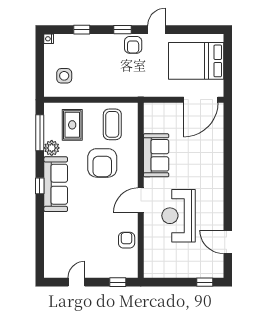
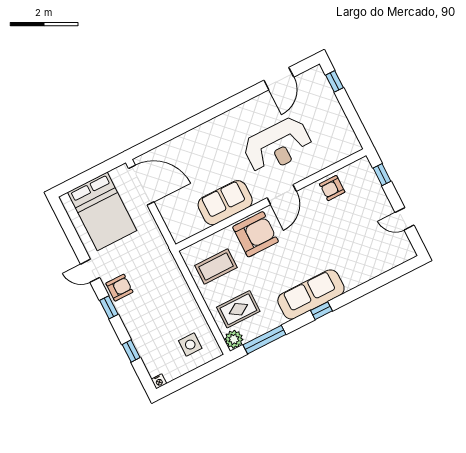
plant: (52, 148) -> (234, 339), moved
armchair: (102, 163) -> (256, 234), moved
door: (141, 200) -> (282, 195), hinge flipped

